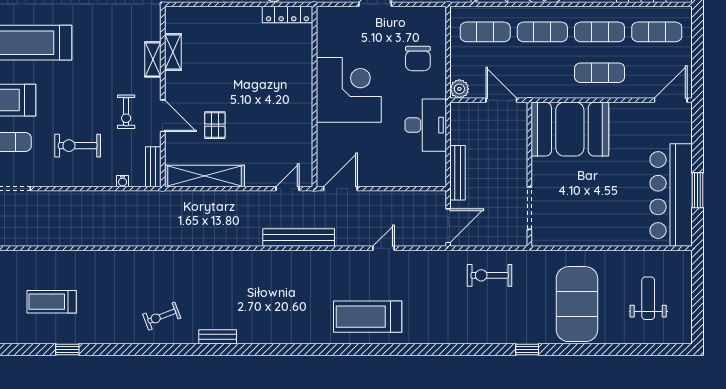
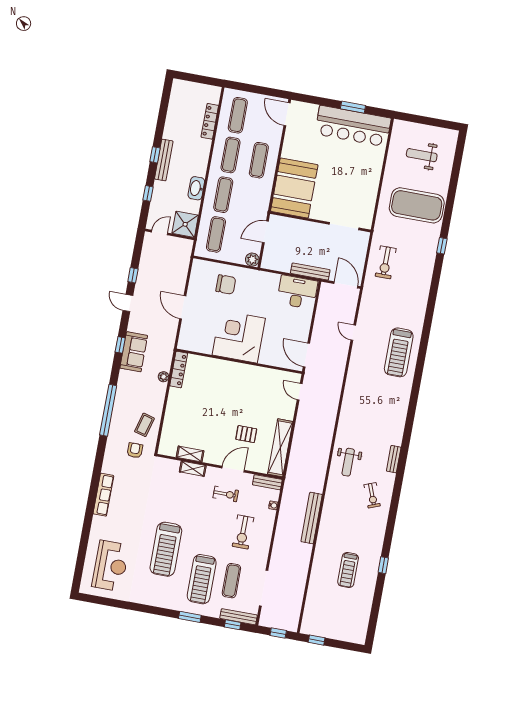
desk: (426, 125) -> (297, 292), moved
bench: (299, 238) -> (312, 518), moved
weight bench: (202, 274) -> (348, 462), added

